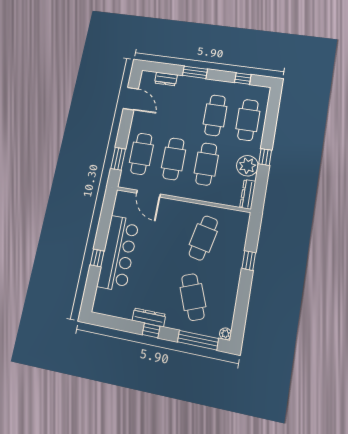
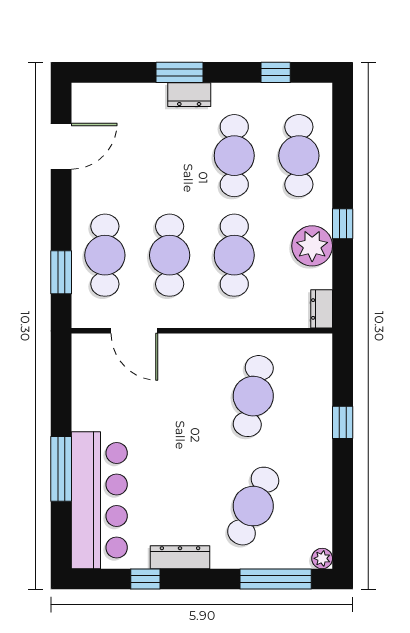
dresser: (166, 79) -> (189, 95), moved
door: (131, 99) -> (61, 146), hinge flipped
dresser: (248, 194) -> (322, 309), width x0.70
bar counter: (118, 253) -> (99, 500), moved
window: (97, 258) -> (61, 469), width x2.17
cafe table: (193, 297) -> (253, 506), turned 45
window: (151, 330) -> (145, 579), moved

